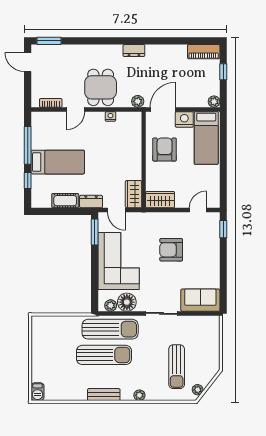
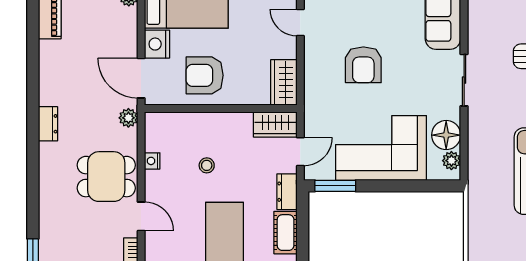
stool: (108, 151) -> (207, 165), added
sun lounger: (110, 329) -> (489, 161), removed

